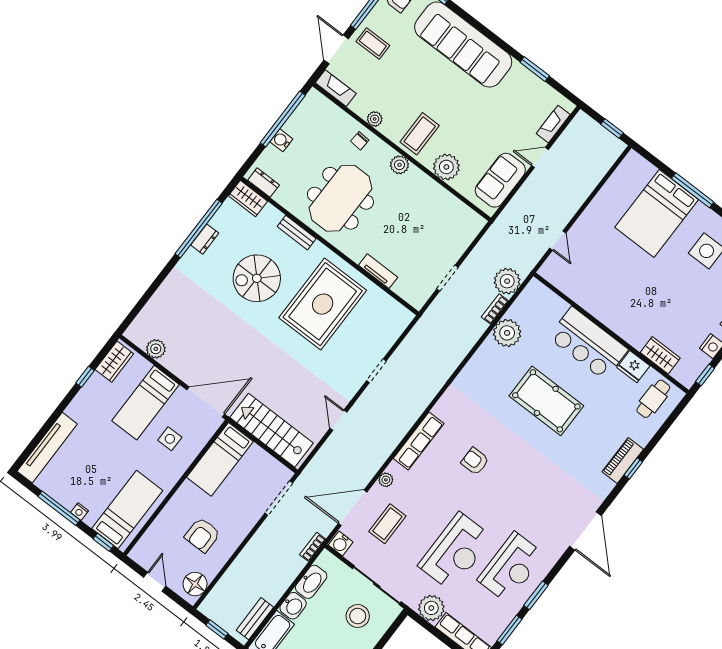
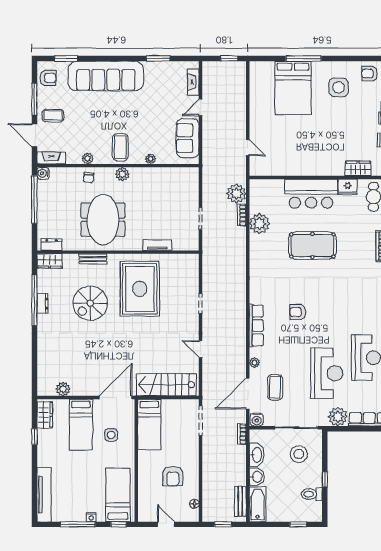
water cooler: (281, 140) -> (43, 173), moved
plant: (446, 167) -> (150, 159), width x0.53, depth x0.53
floor lamp: (195, 584) -> (194, 504), width x0.53, depth x0.53

